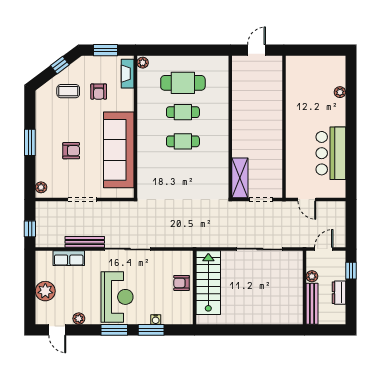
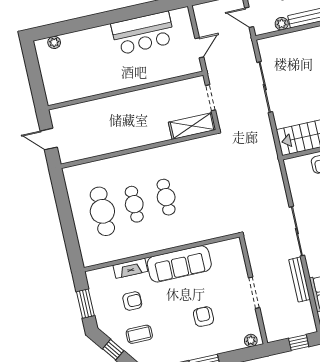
plant: (143, 63) -> (90, 260), removed
fireplace: (128, 74) -> (130, 268), moved
coffee table: (68, 91) -> (139, 334), turned 90
plant: (340, 92) -> (54, 42), moved
sofa: (119, 150) -> (179, 264), width x0.74, depth x0.79

